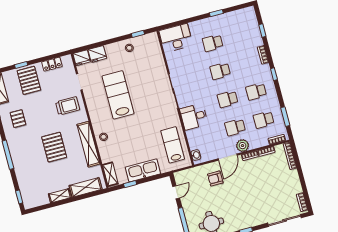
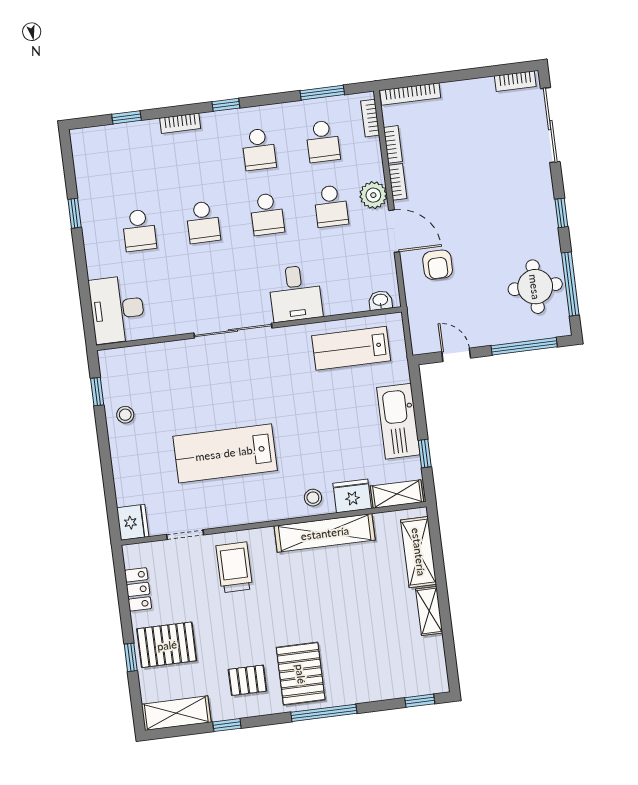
fridge: (97, 54) -> (352, 496), moved, turned -90
pallet: (54, 147) -> (301, 674), moved, turned 90

